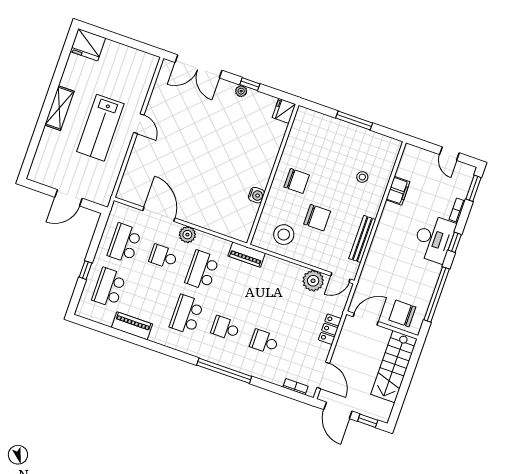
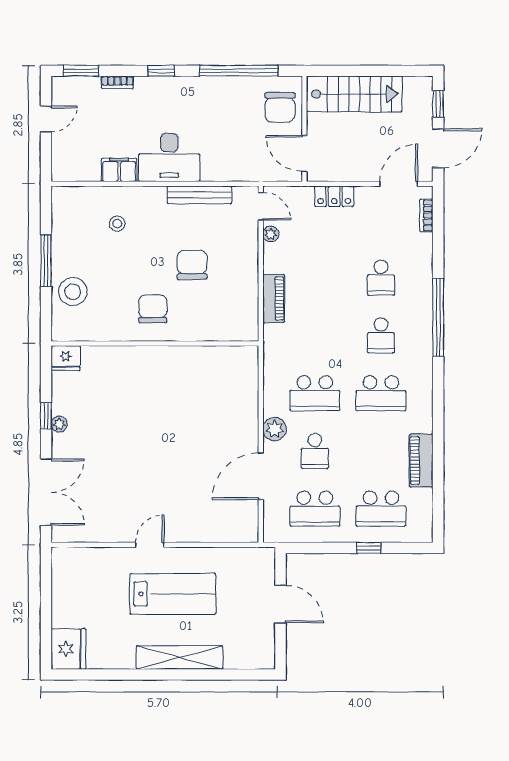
shelving: (59, 108) -> (179, 658), width x1.47
water cooler: (256, 195) -> (190, 356), removed
stool: (284, 235) -> (73, 292), moved
desk: (434, 239) -> (169, 158), moved, turned 180
piano: (247, 255) -> (274, 299), moved
plant: (313, 281) -> (271, 234), width x0.53, depth x0.53

